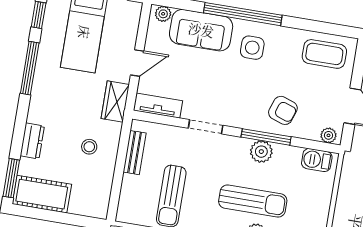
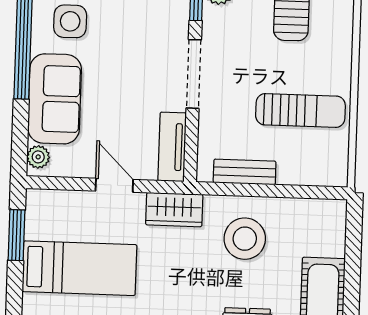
doorway: (206, 127) -> (194, 74), width x1.38
stool: (89, 147) -> (245, 239), width x1.89, depth x1.89

